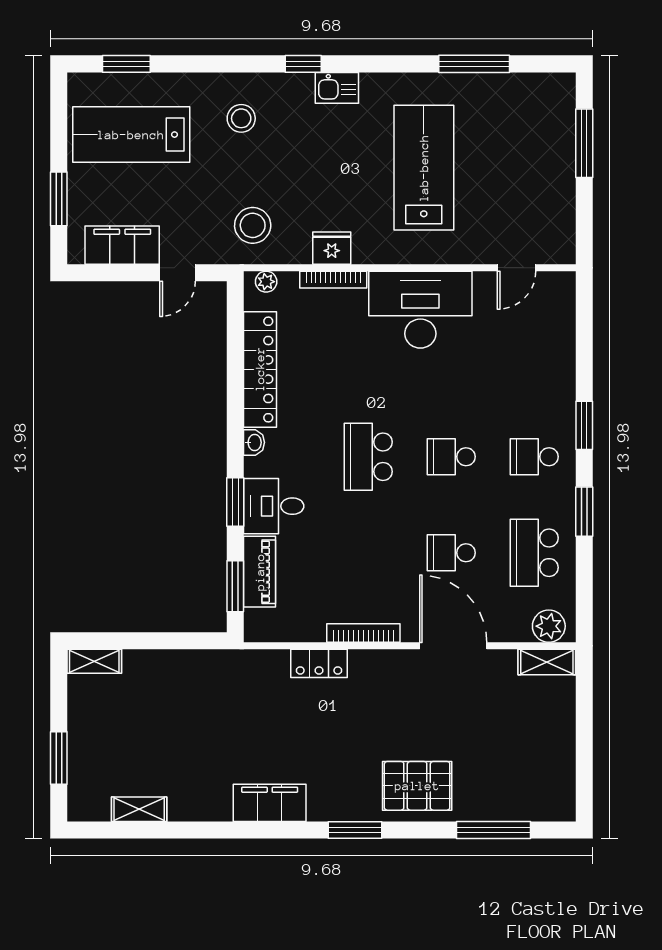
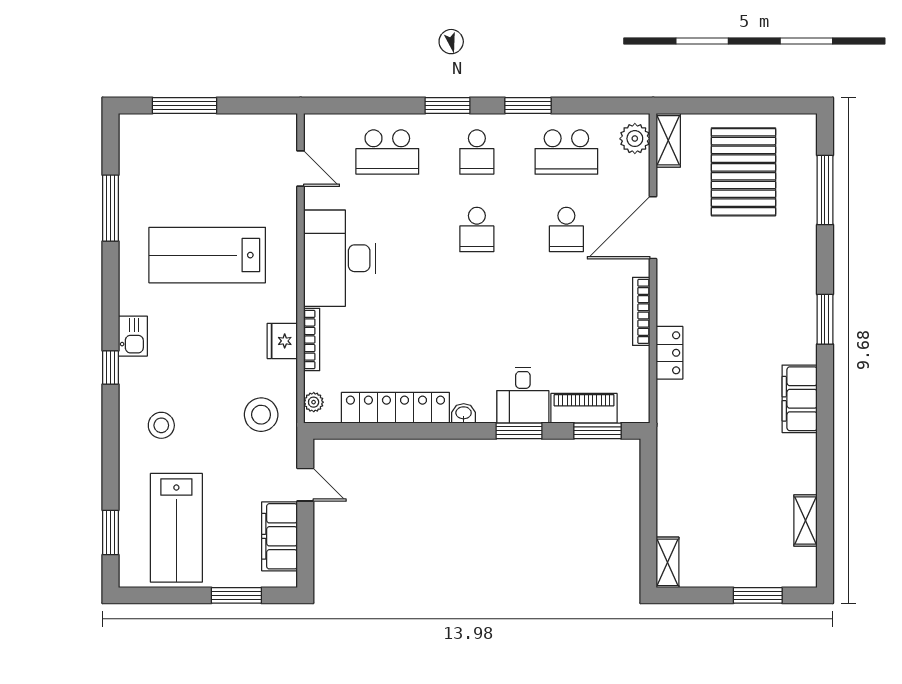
school desk: (368, 457) -> (387, 152), moved
pallet: (417, 786) -> (743, 172), moved, width x1.37, depth x1.41

